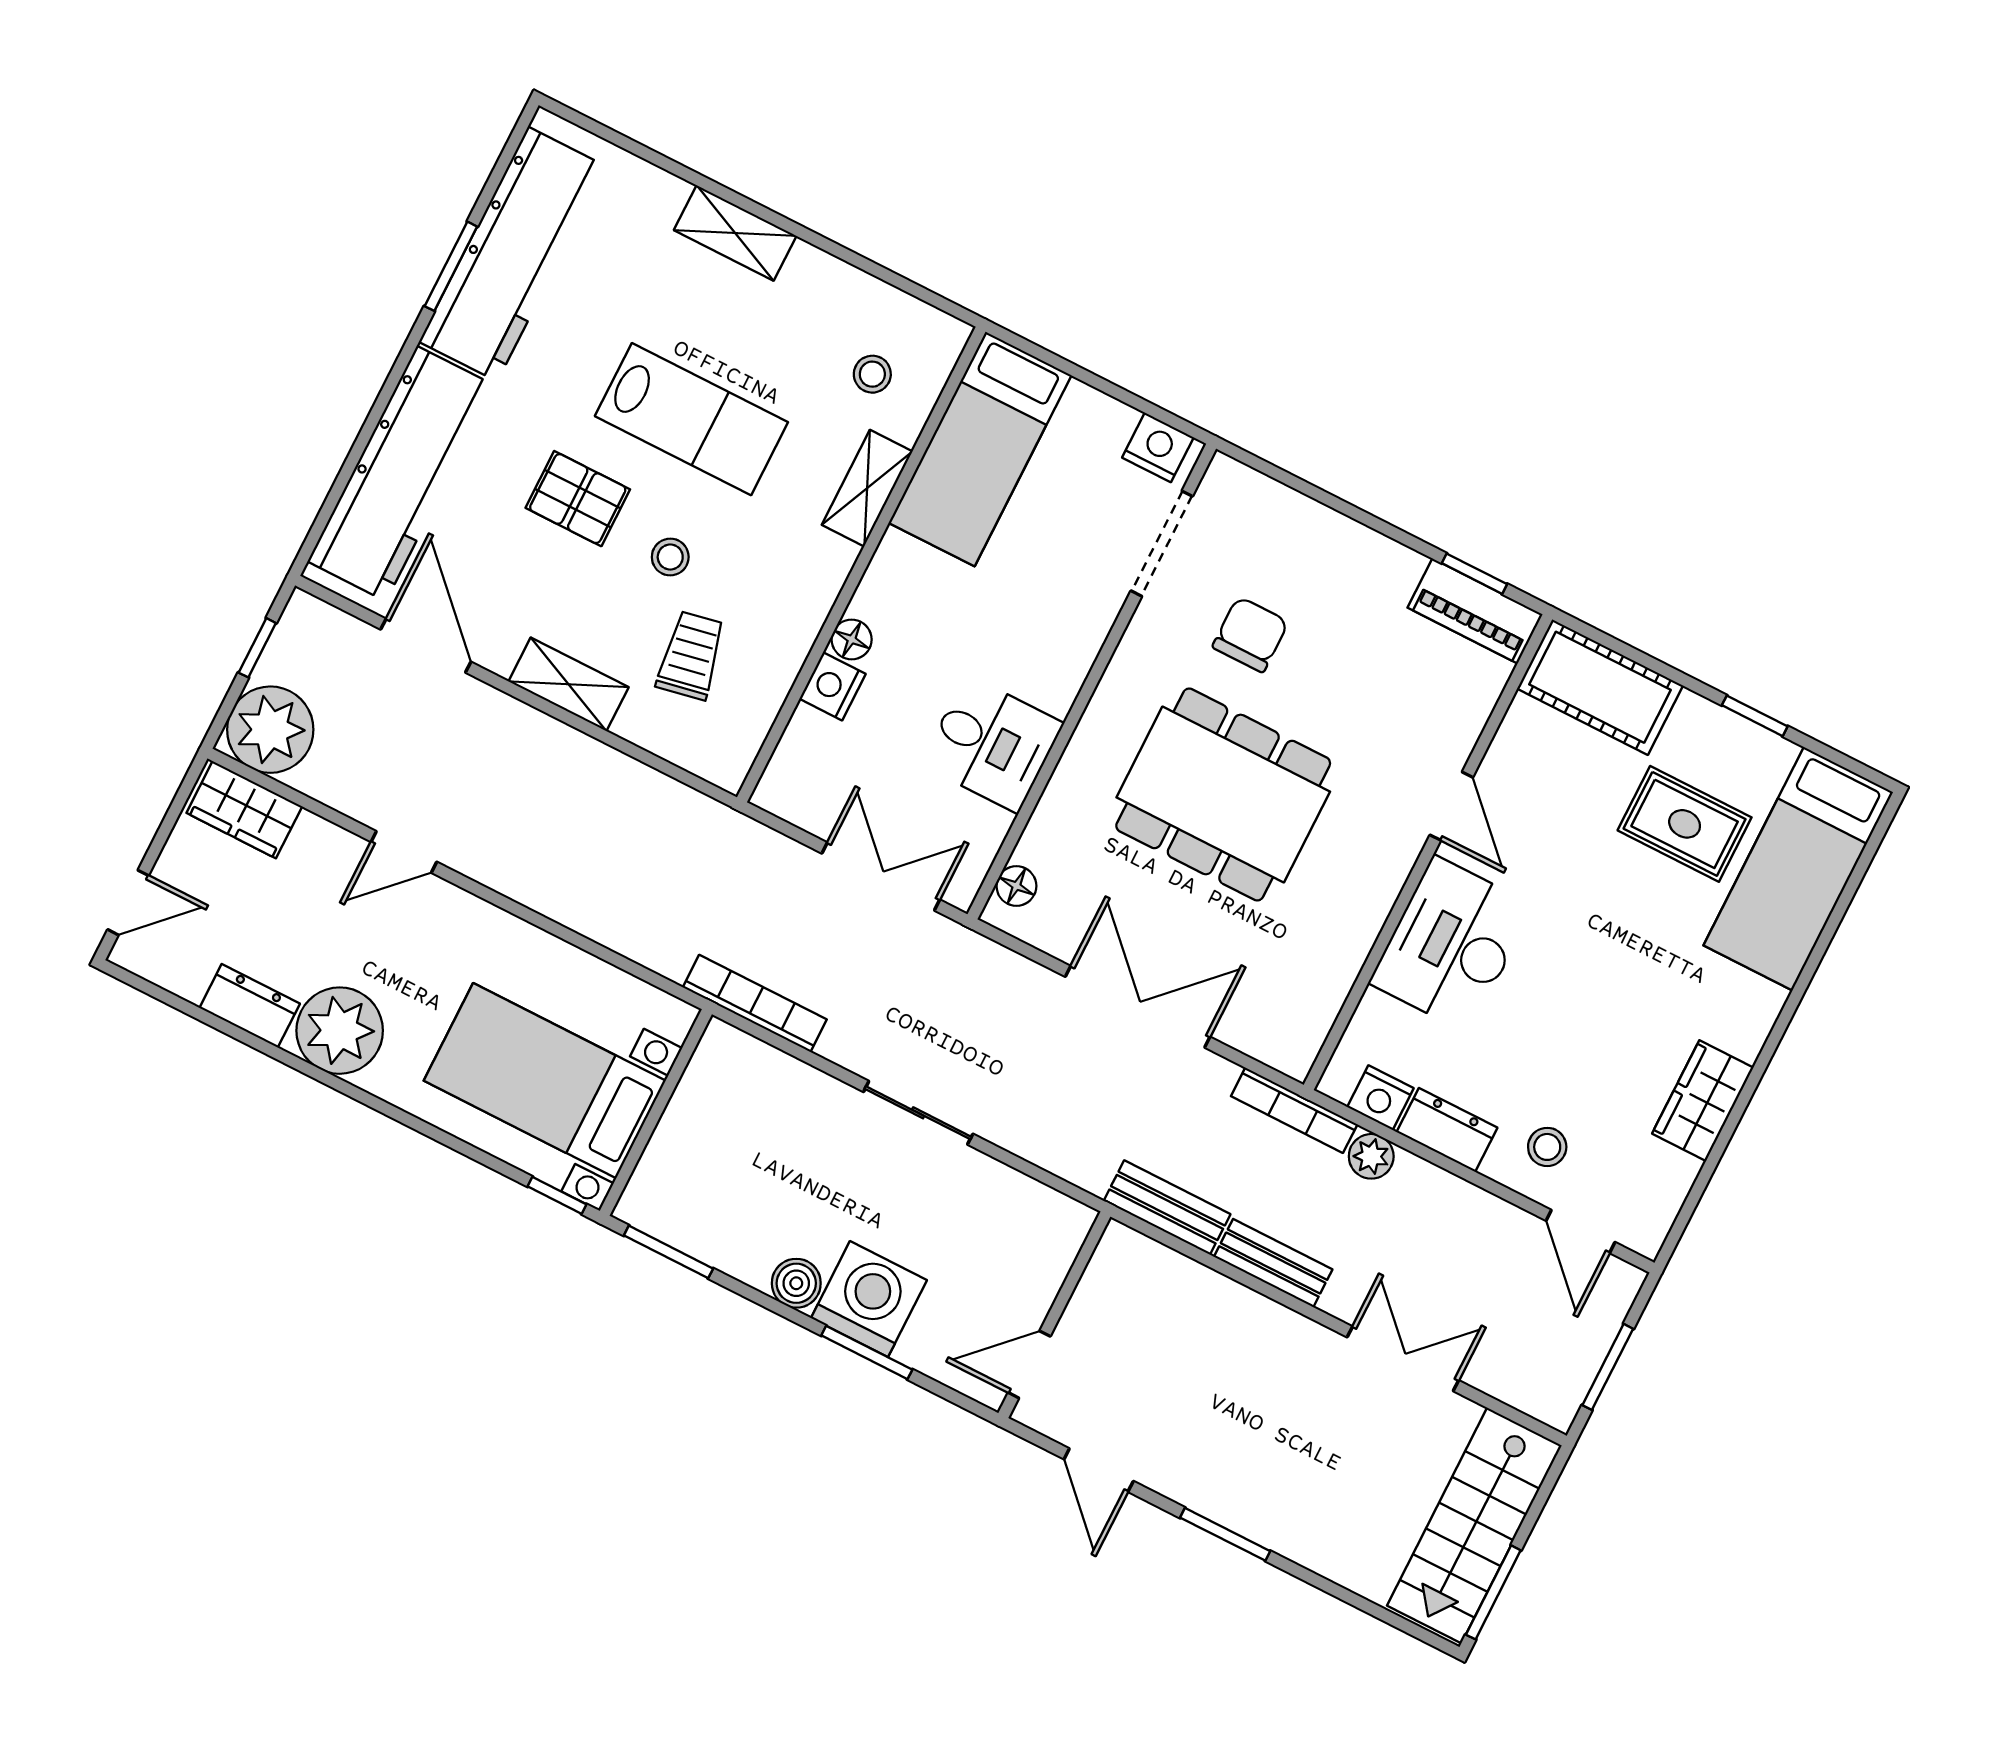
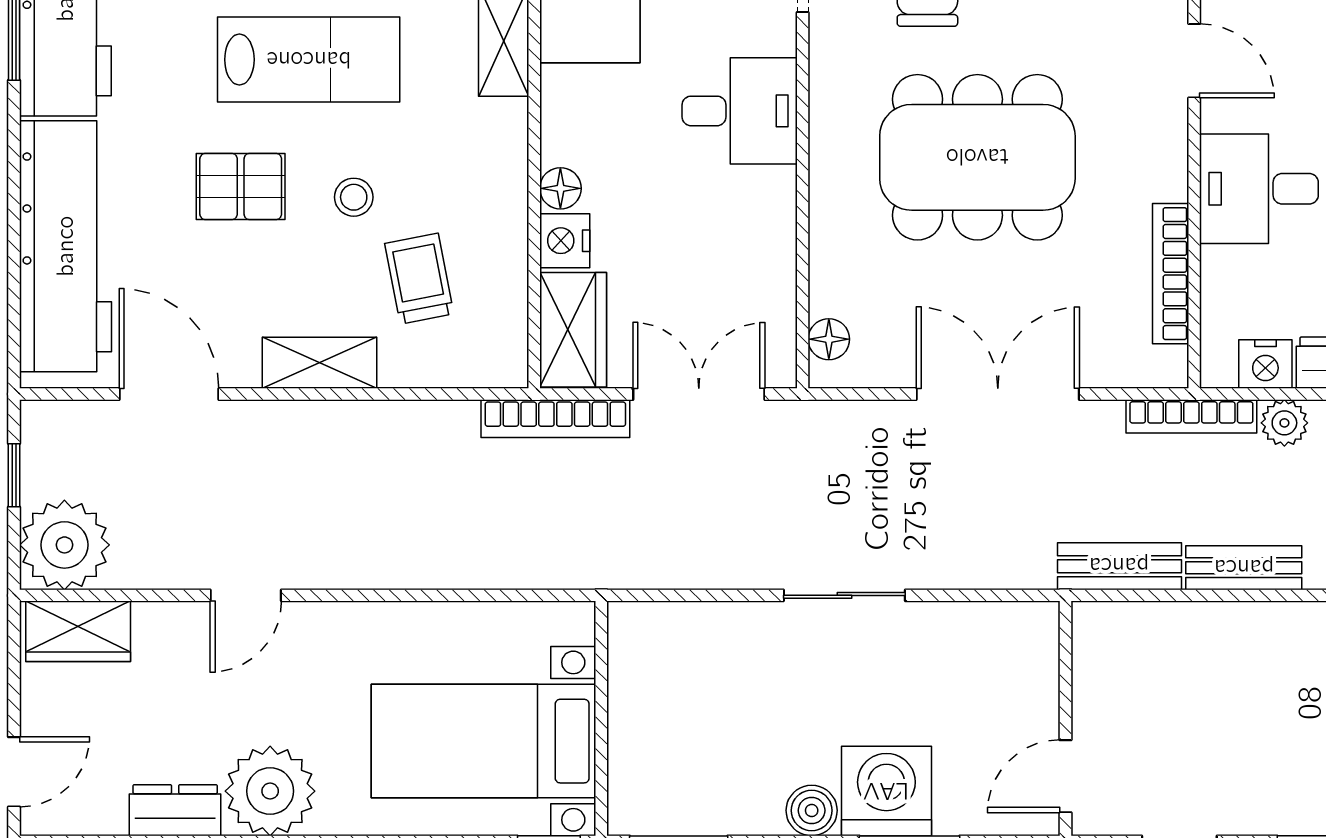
desk: (992, 744) -> (740, 111), moved
wardrobe: (801, 766) -> (573, 330), added
desk: (1451, 944) -> (1259, 189), width x0.73
bookcase: (1338, 979) -> (1171, 274), added
bookcase: (755, 1003) -> (555, 419), moved, turned 180

